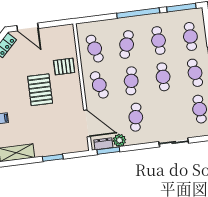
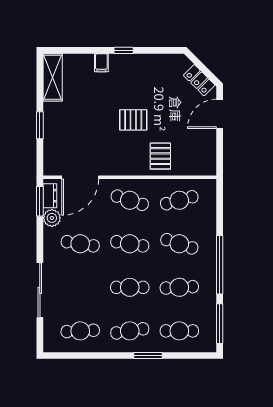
cafe table: (99, 85) -> (130, 200), turned 36
pallet: (40, 90) -> (133, 120), width x0.67, depth x0.71
sliding door: (174, 142) -> (40, 290), width x1.37

